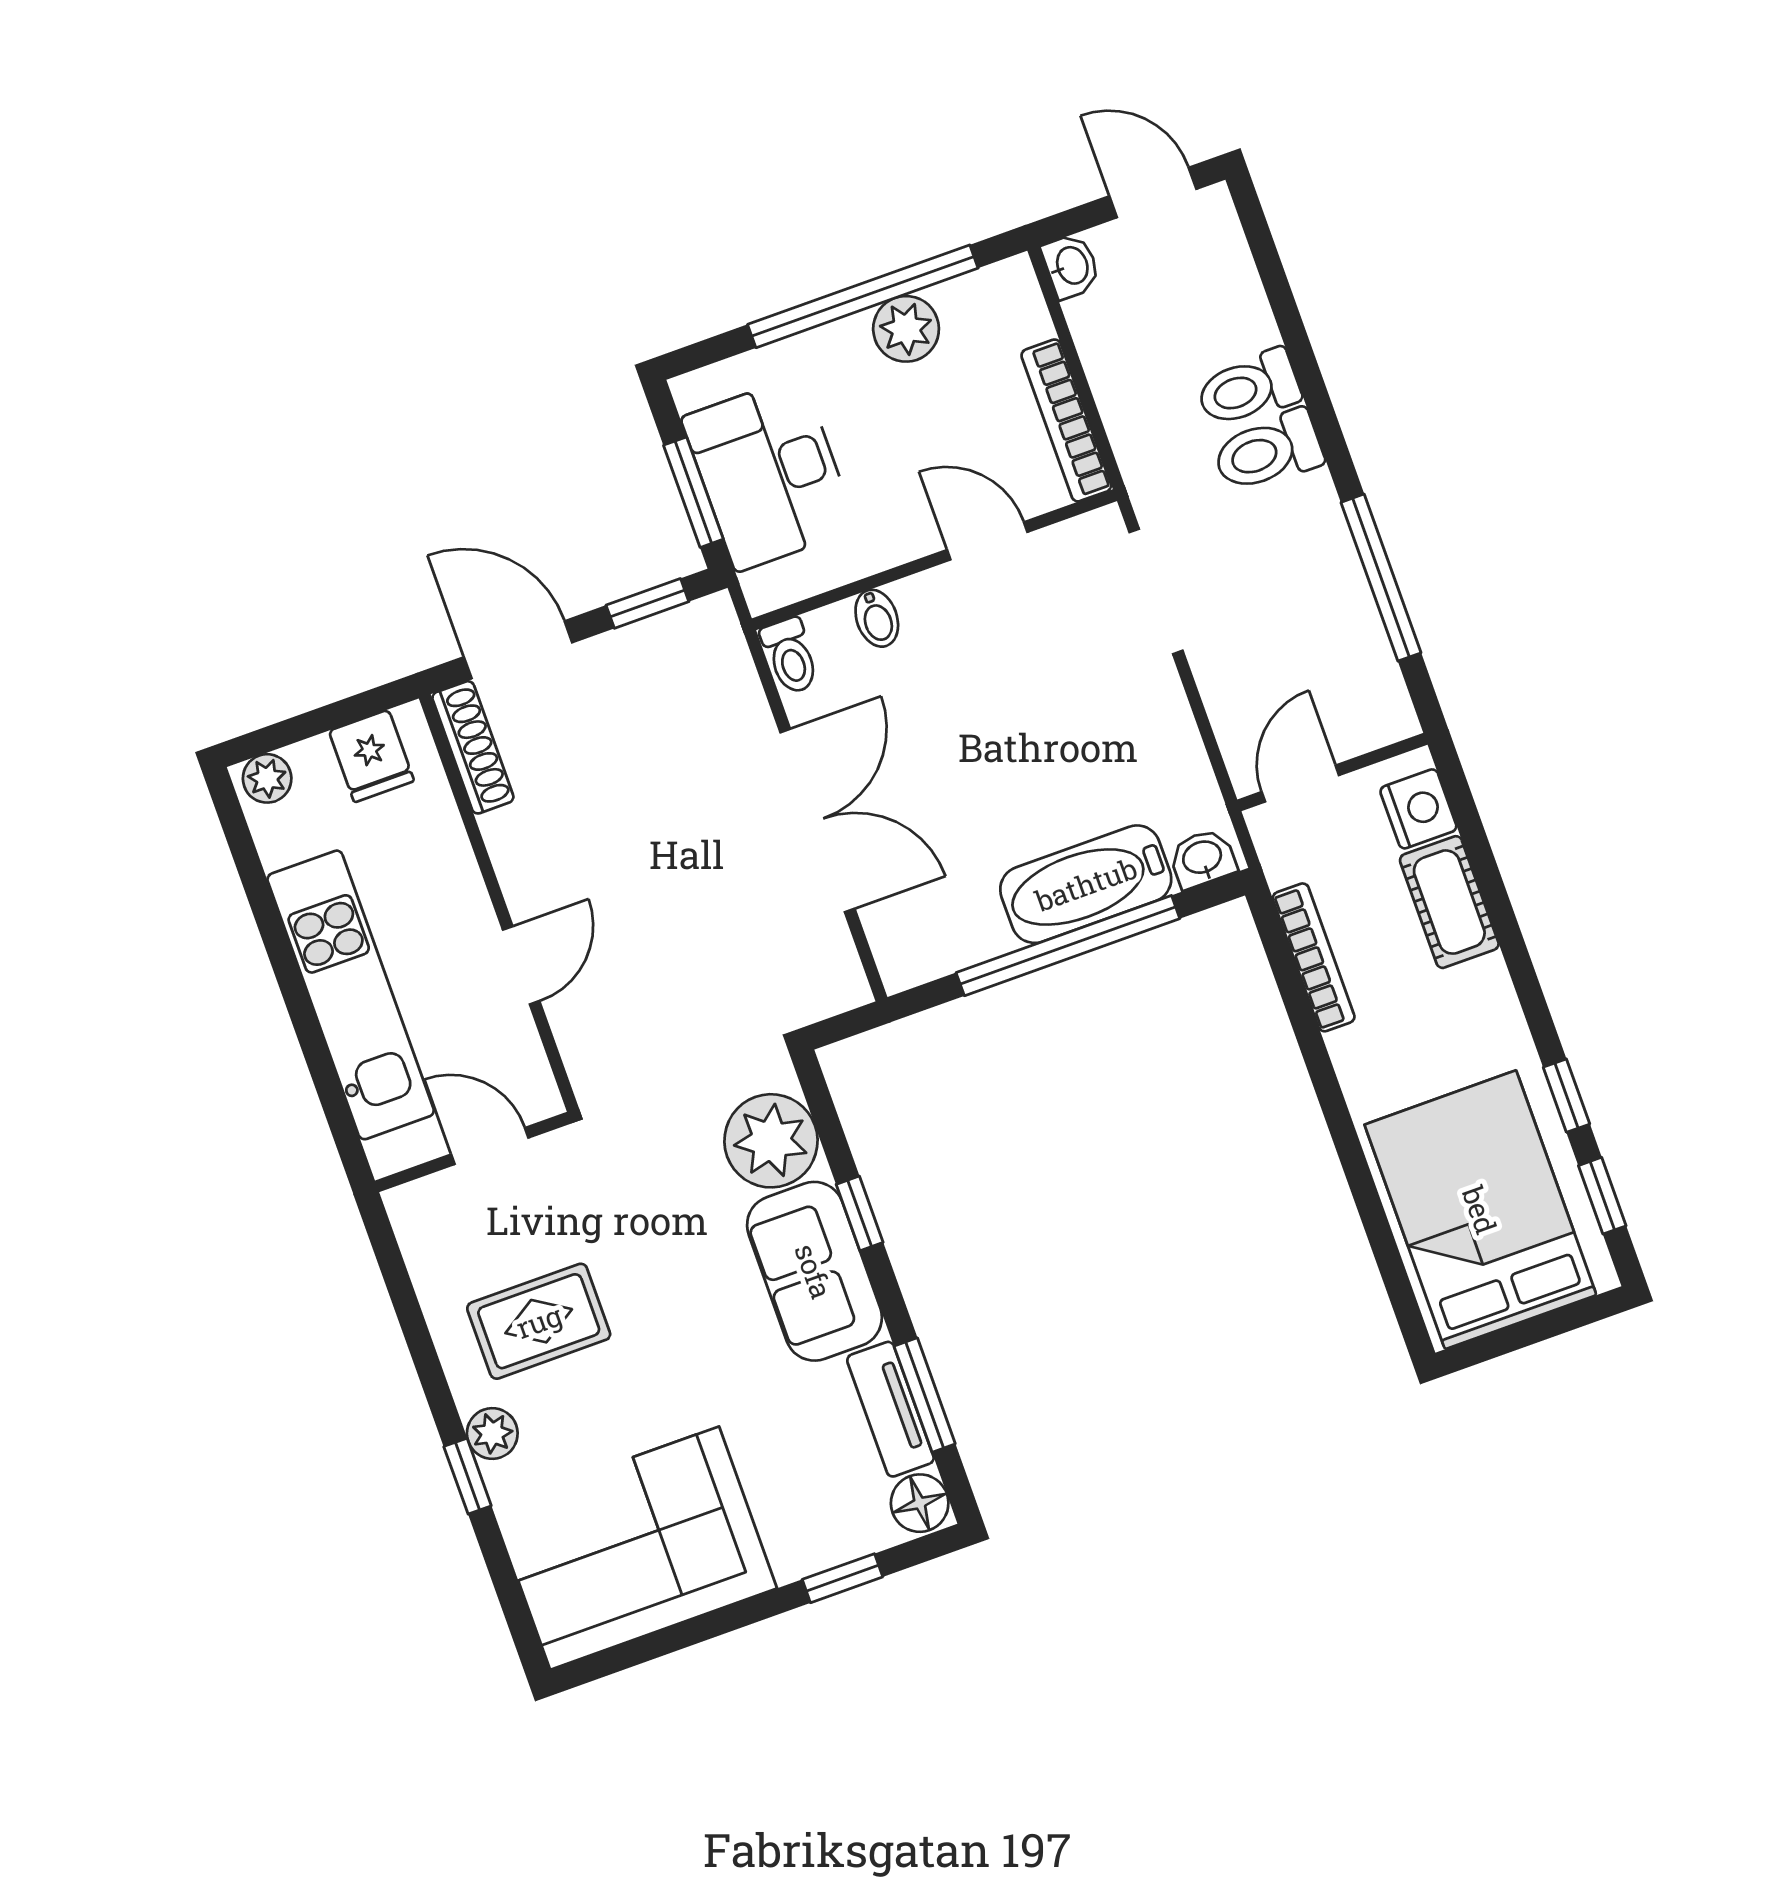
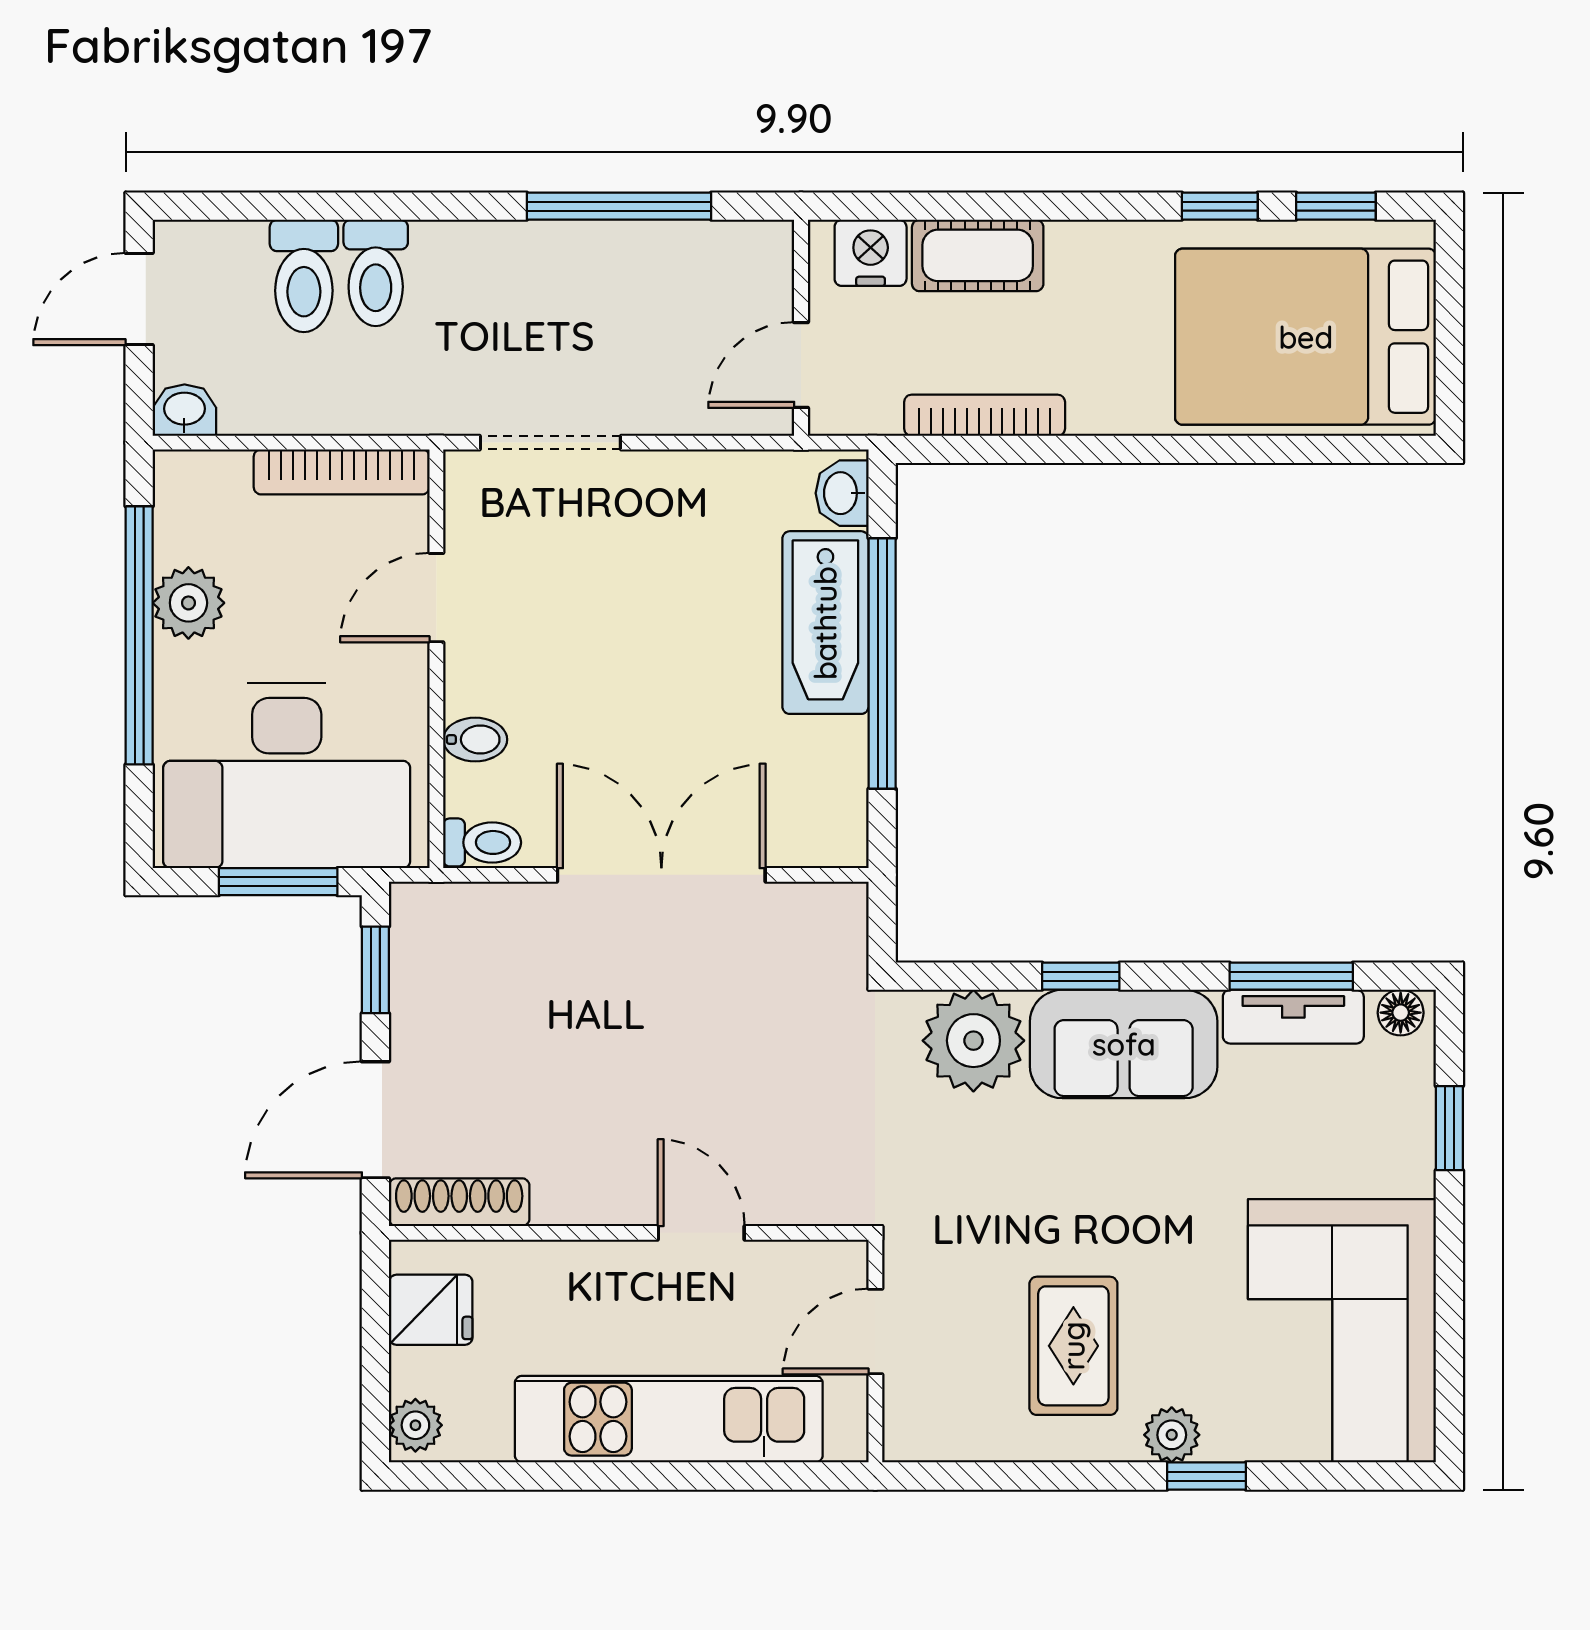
toilet: (1268, 451) -> (304, 276), moved
desk: (769, 473) -> (287, 776), width x1.36, depth x1.30
door: (1300, 784) -> (801, 365), hinge flipped
floor lamp: (920, 1503) -> (1401, 1013), width x0.73, depth x0.73

